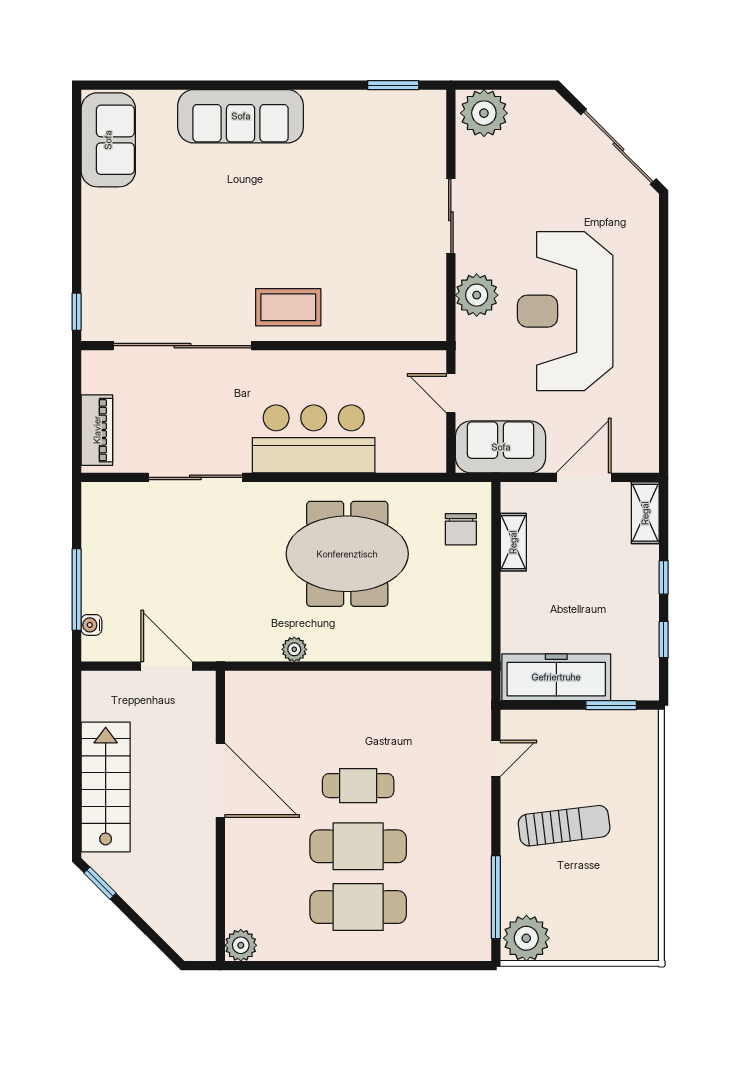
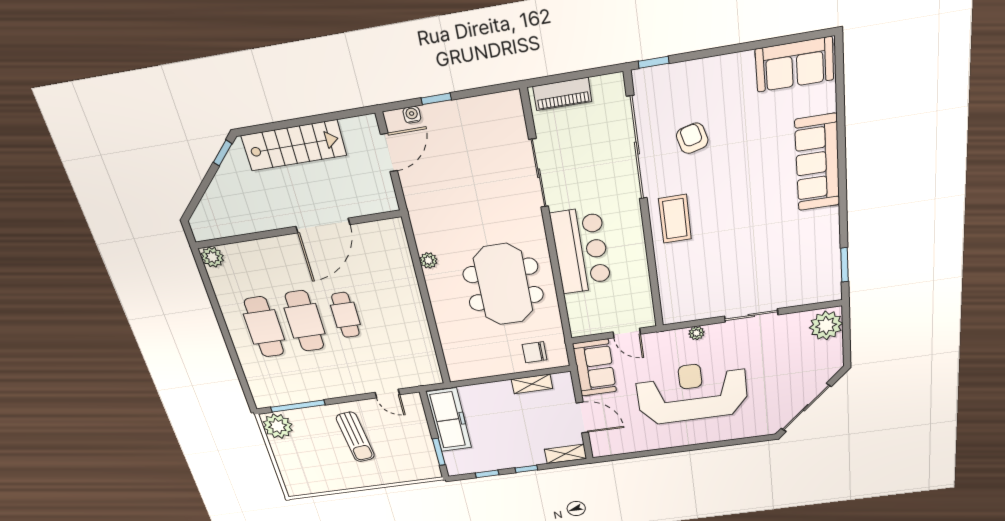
armchair: (181, 274) -> (692, 138), added
plant: (477, 295) -> (696, 333), width x0.53, depth x0.53
door: (451, 393) -> (627, 333), swing flipped
window: (77, 589) -> (436, 99), width x0.46
door: (167, 666) -> (389, 153), moved

